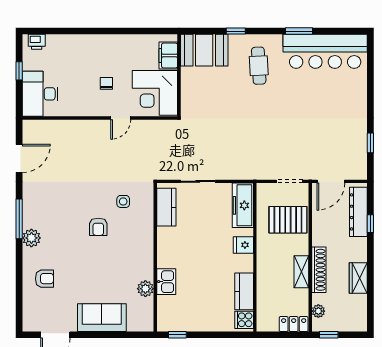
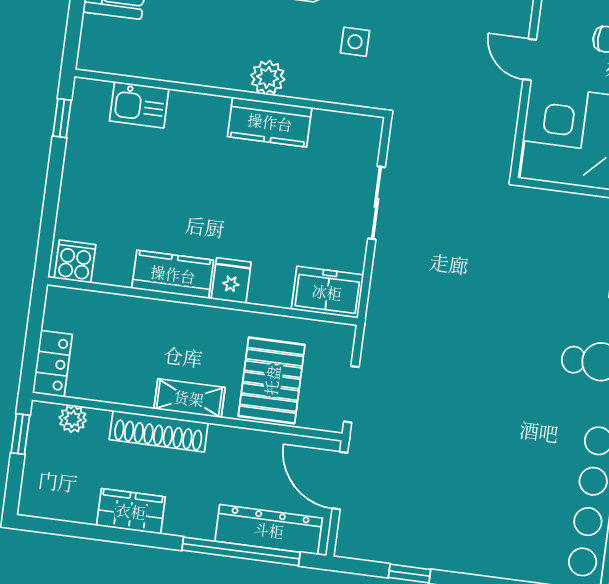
freezer: (243, 205) -> (327, 292), width x0.71
kitchen counter: (166, 207) -> (270, 122), moved
window: (370, 224) -> (241, 551), width x3.17
shelving: (301, 272) -> (189, 398), moved
kitchen sink: (166, 282) -> (139, 105), moved
plant: (145, 289) -> (268, 77), moved
kitchen counter: (244, 291) -> (173, 274), moved

